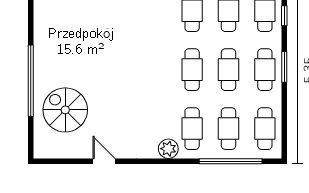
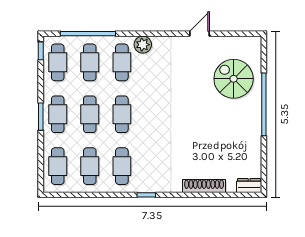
window: (284, 16) -> (41, 51), moved
spiral stairs: (65, 110) -> (234, 79), turned 180
door: (104, 161) -> (200, 34), swing flipped

